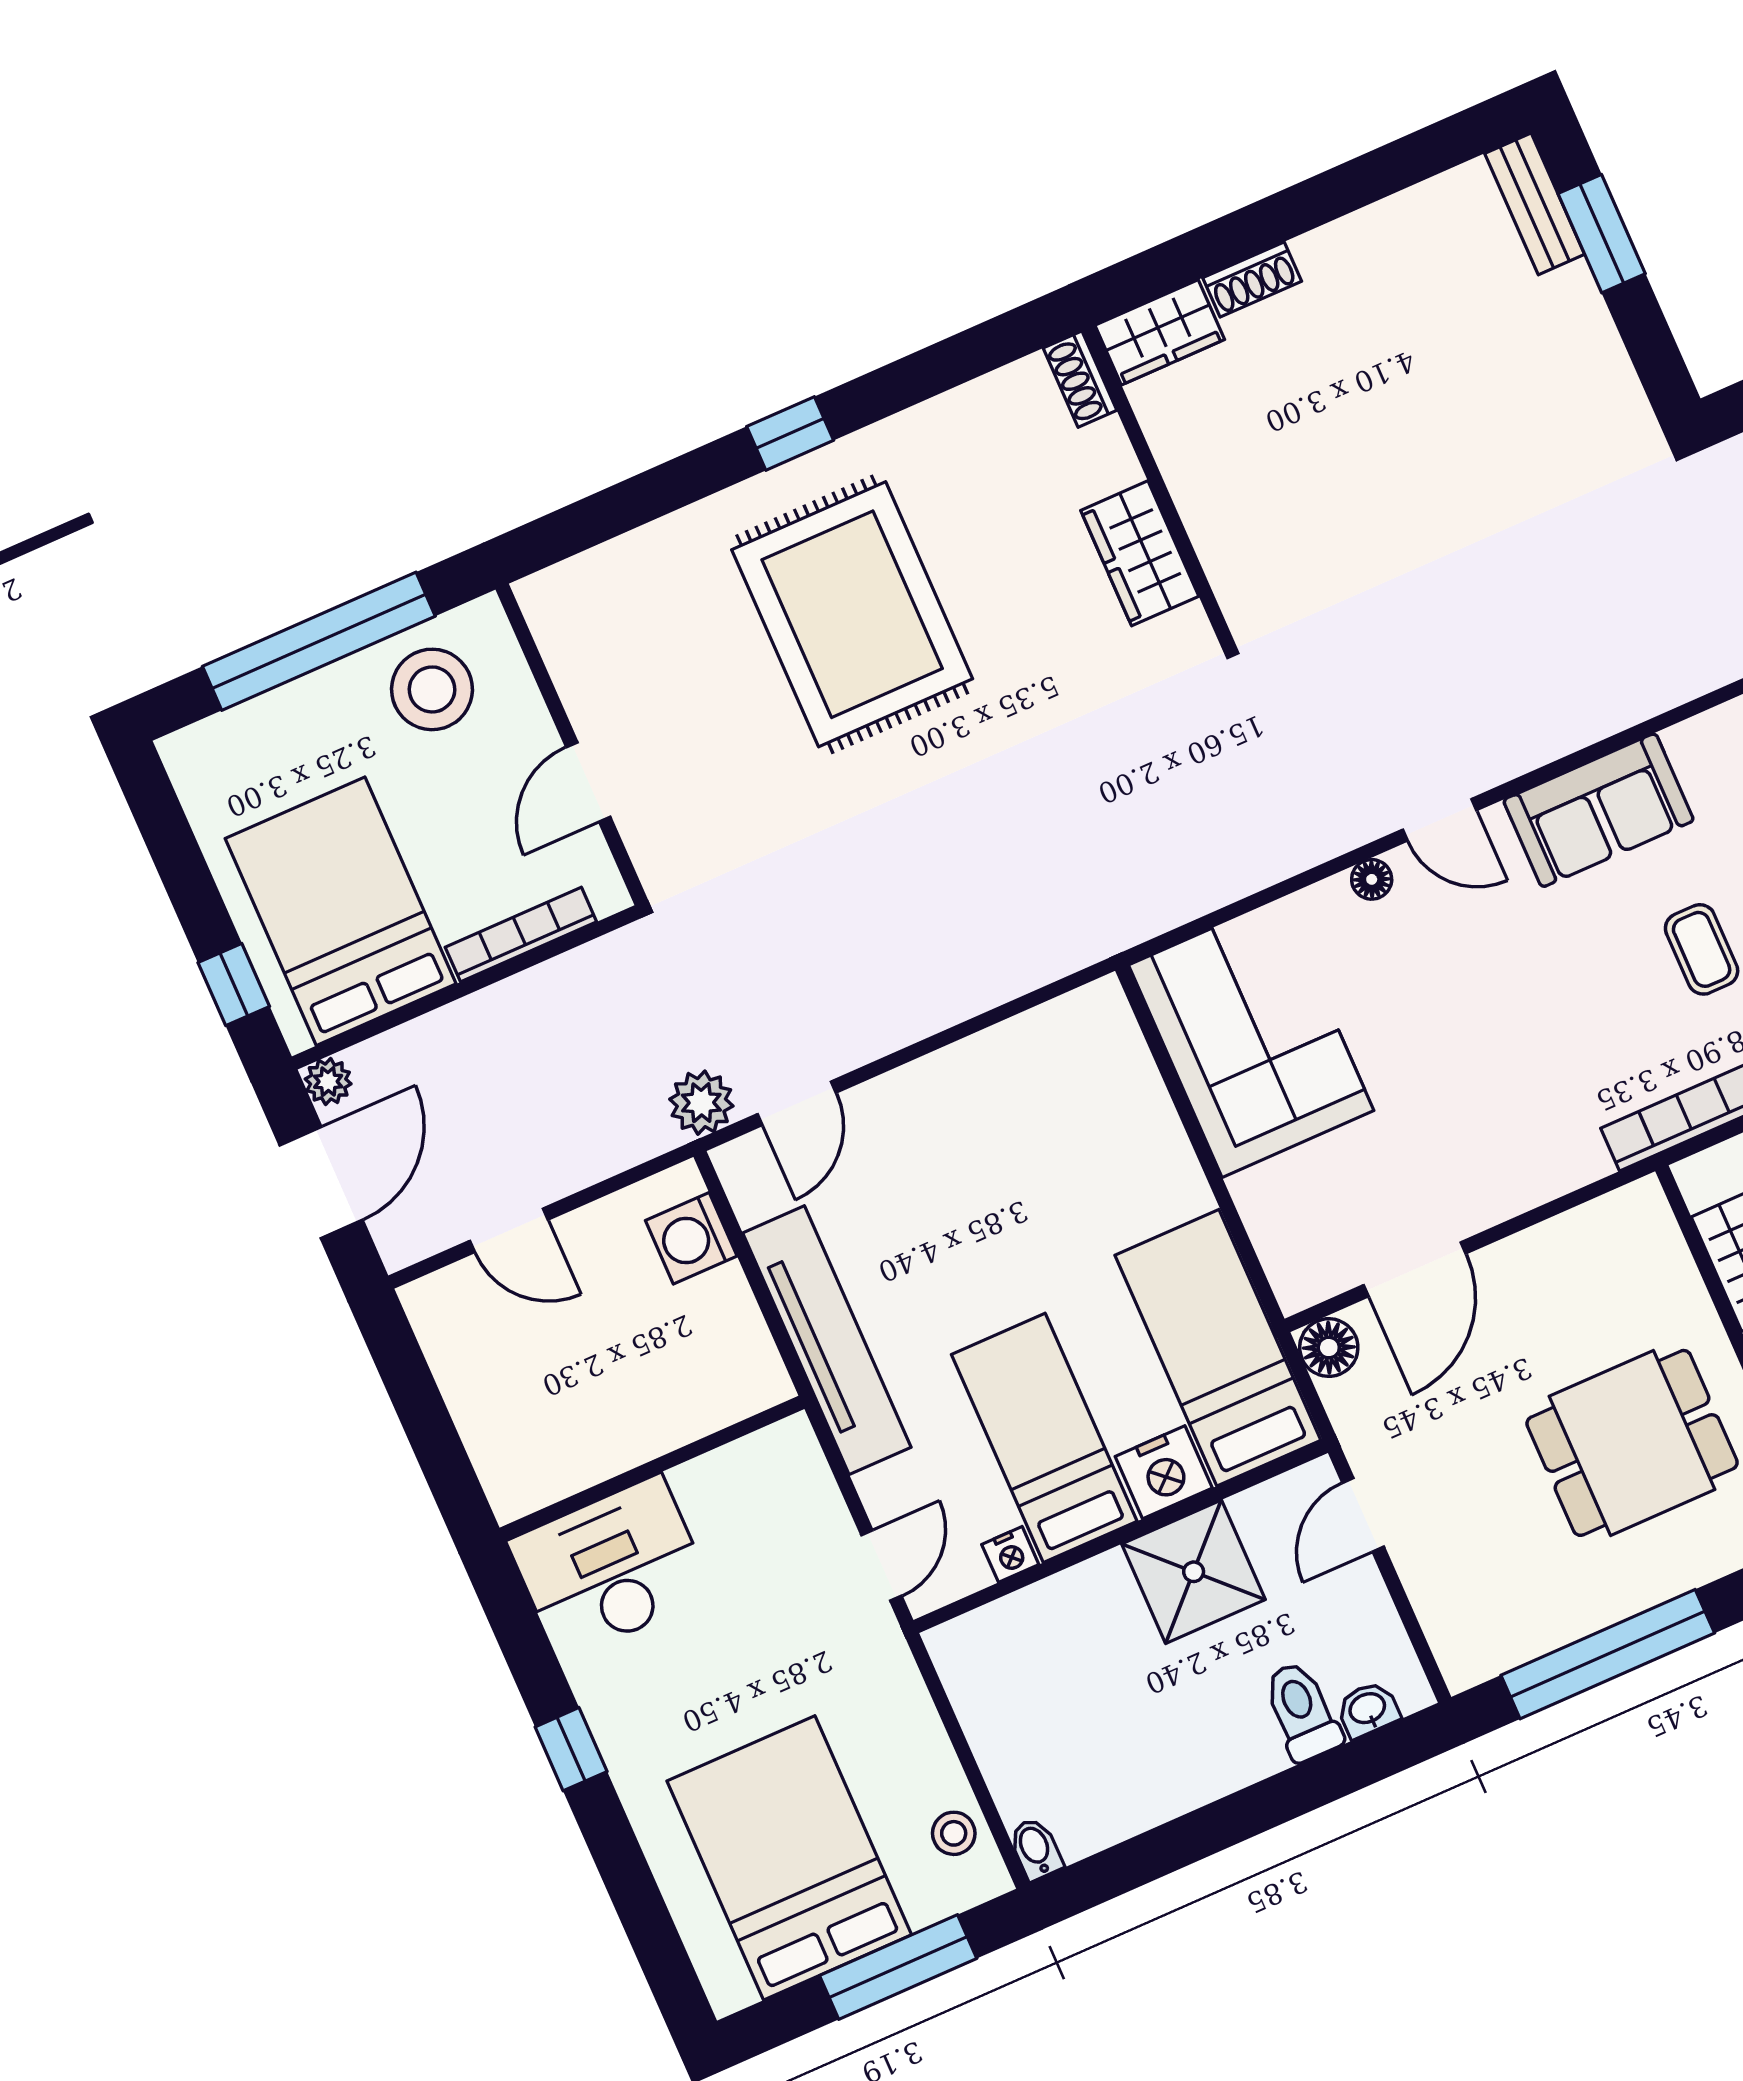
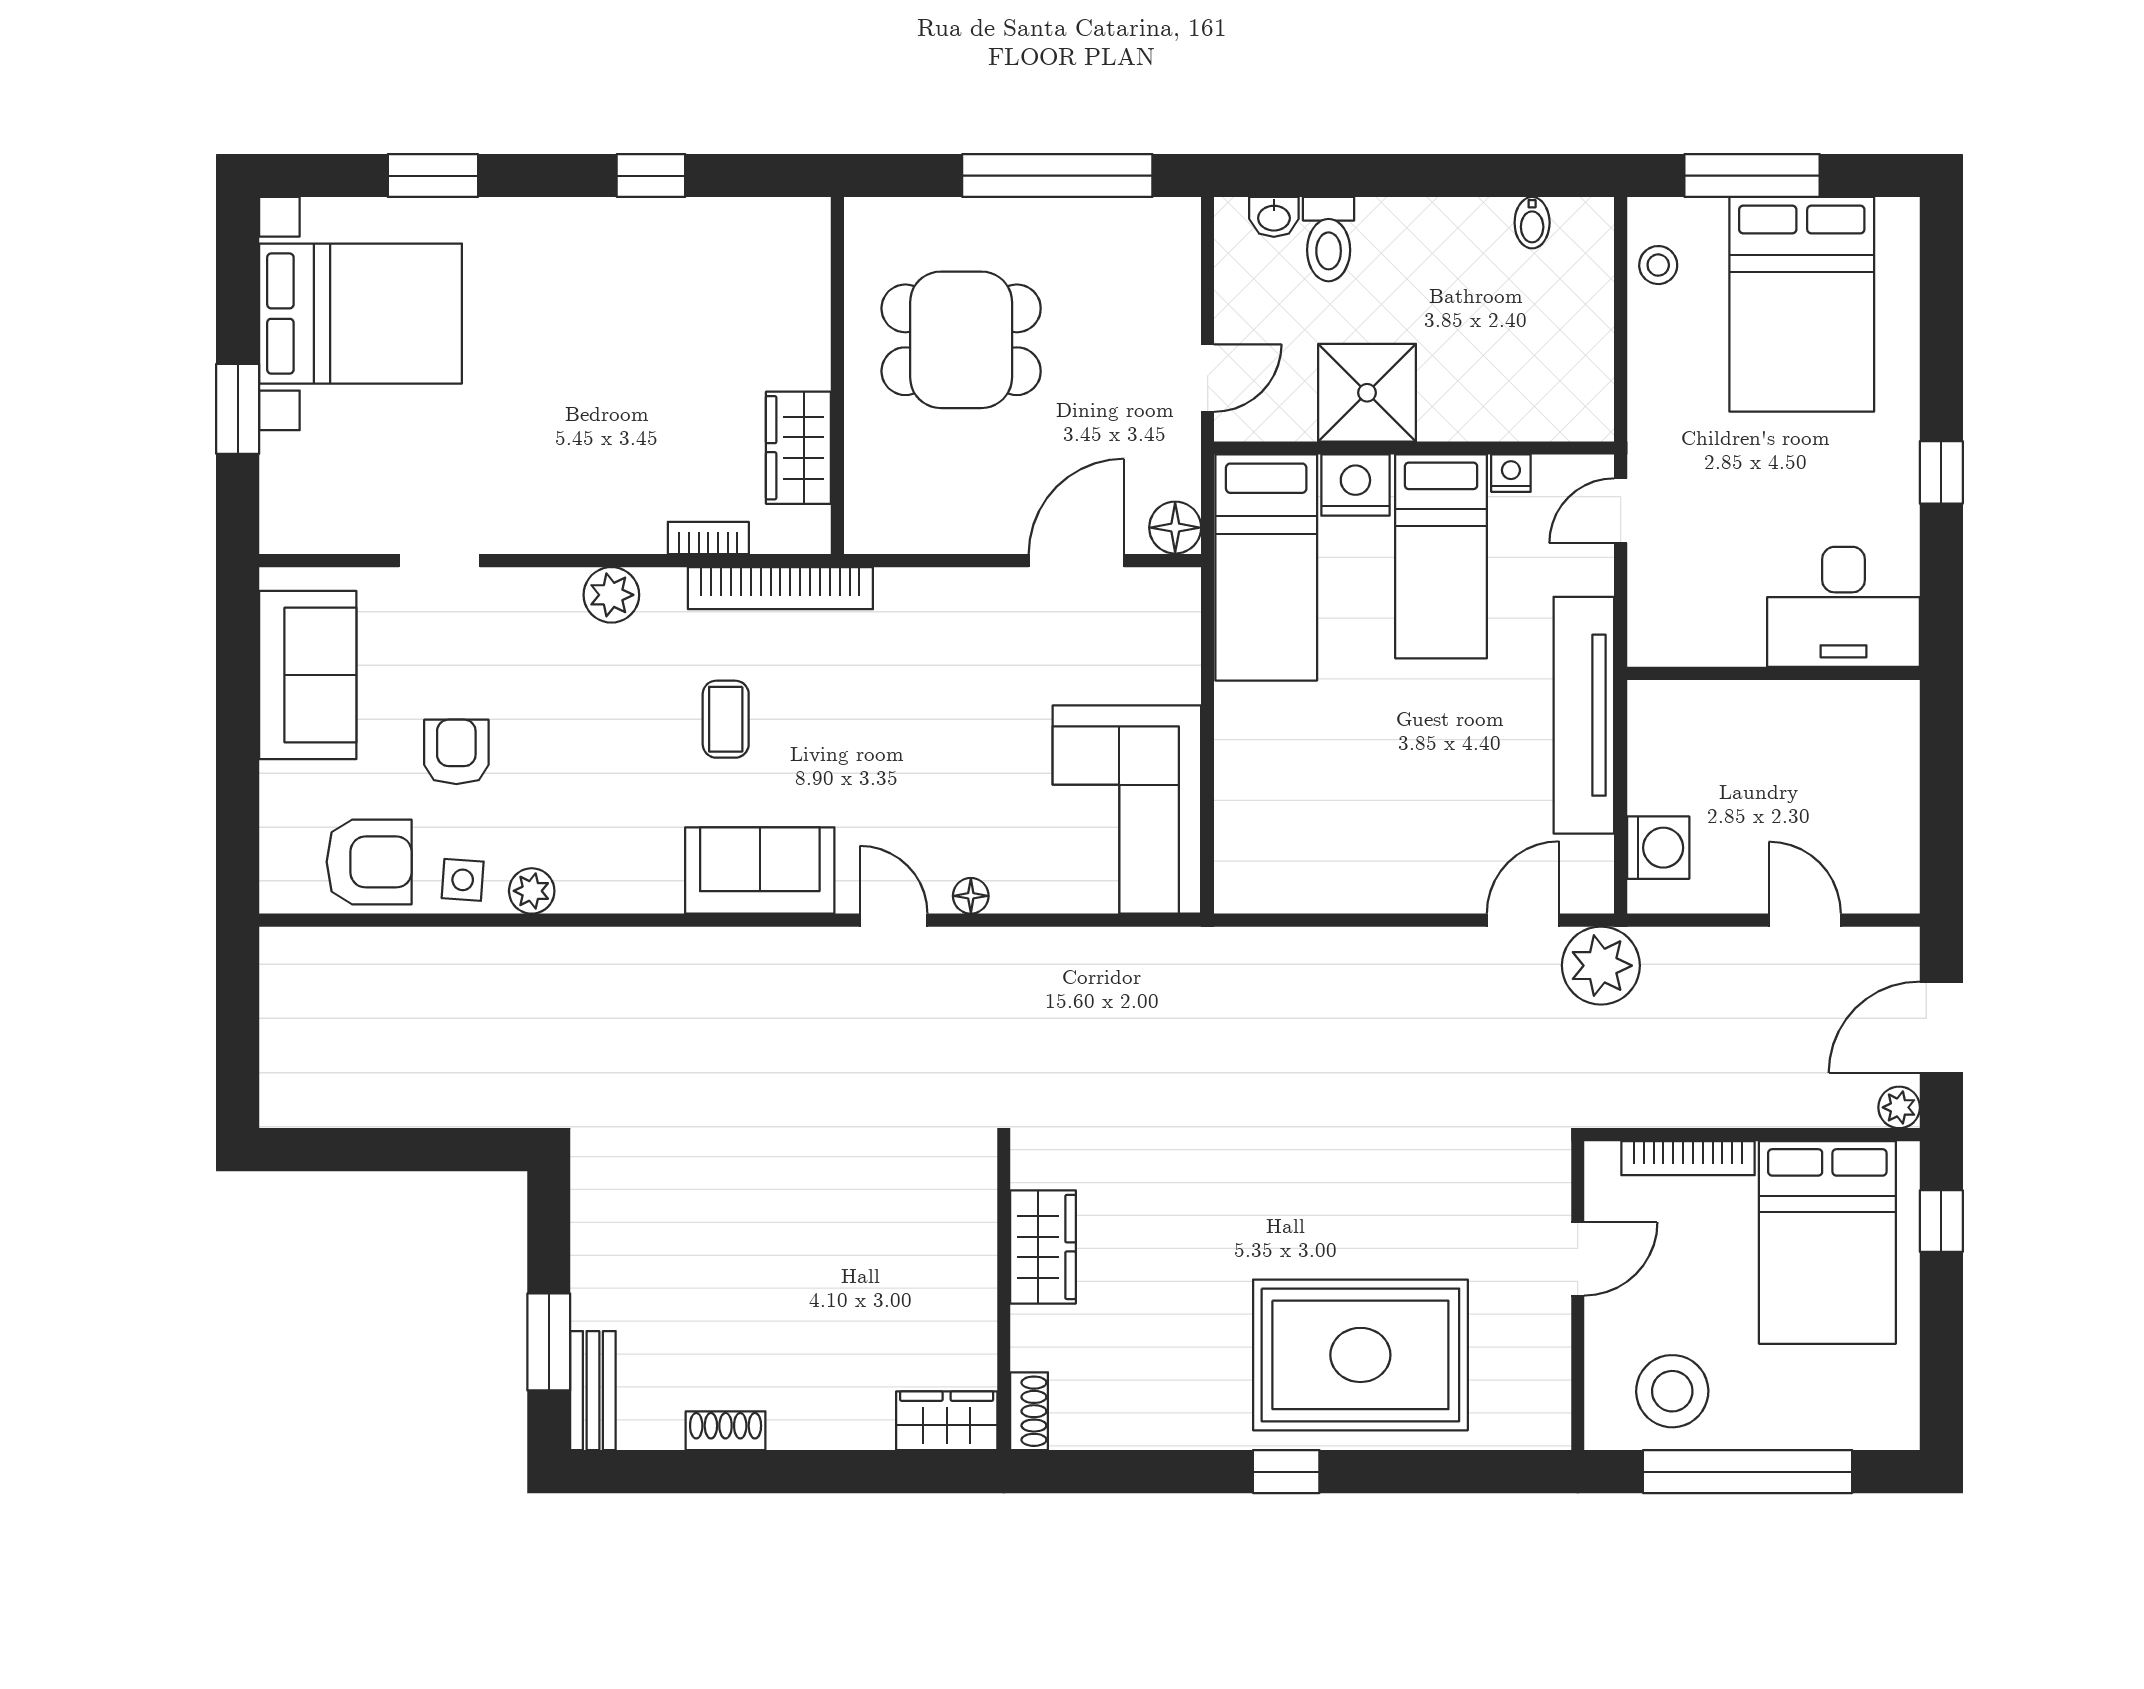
shoe rack: (1252, 279) -> (726, 1431), moved
rug: (852, 614) -> (1360, 1355), moved, turned 90
plant: (701, 1103) -> (1601, 966), width x1.36, depth x1.36
bidet: (1036, 1849) -> (1532, 223), moved

